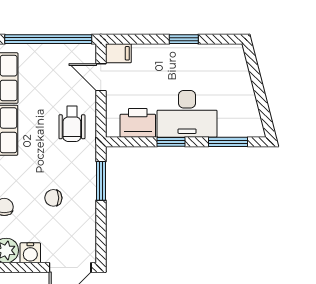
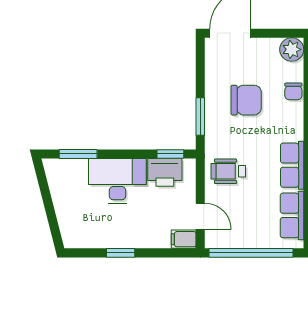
wheelchair: (72, 124) -> (228, 171), turned -90
window: (171, 142) -> (170, 154), moved
chair: (53, 198) -> (246, 100), width x1.87, depth x1.87
water cooler: (30, 253) -> (268, 47), removed

